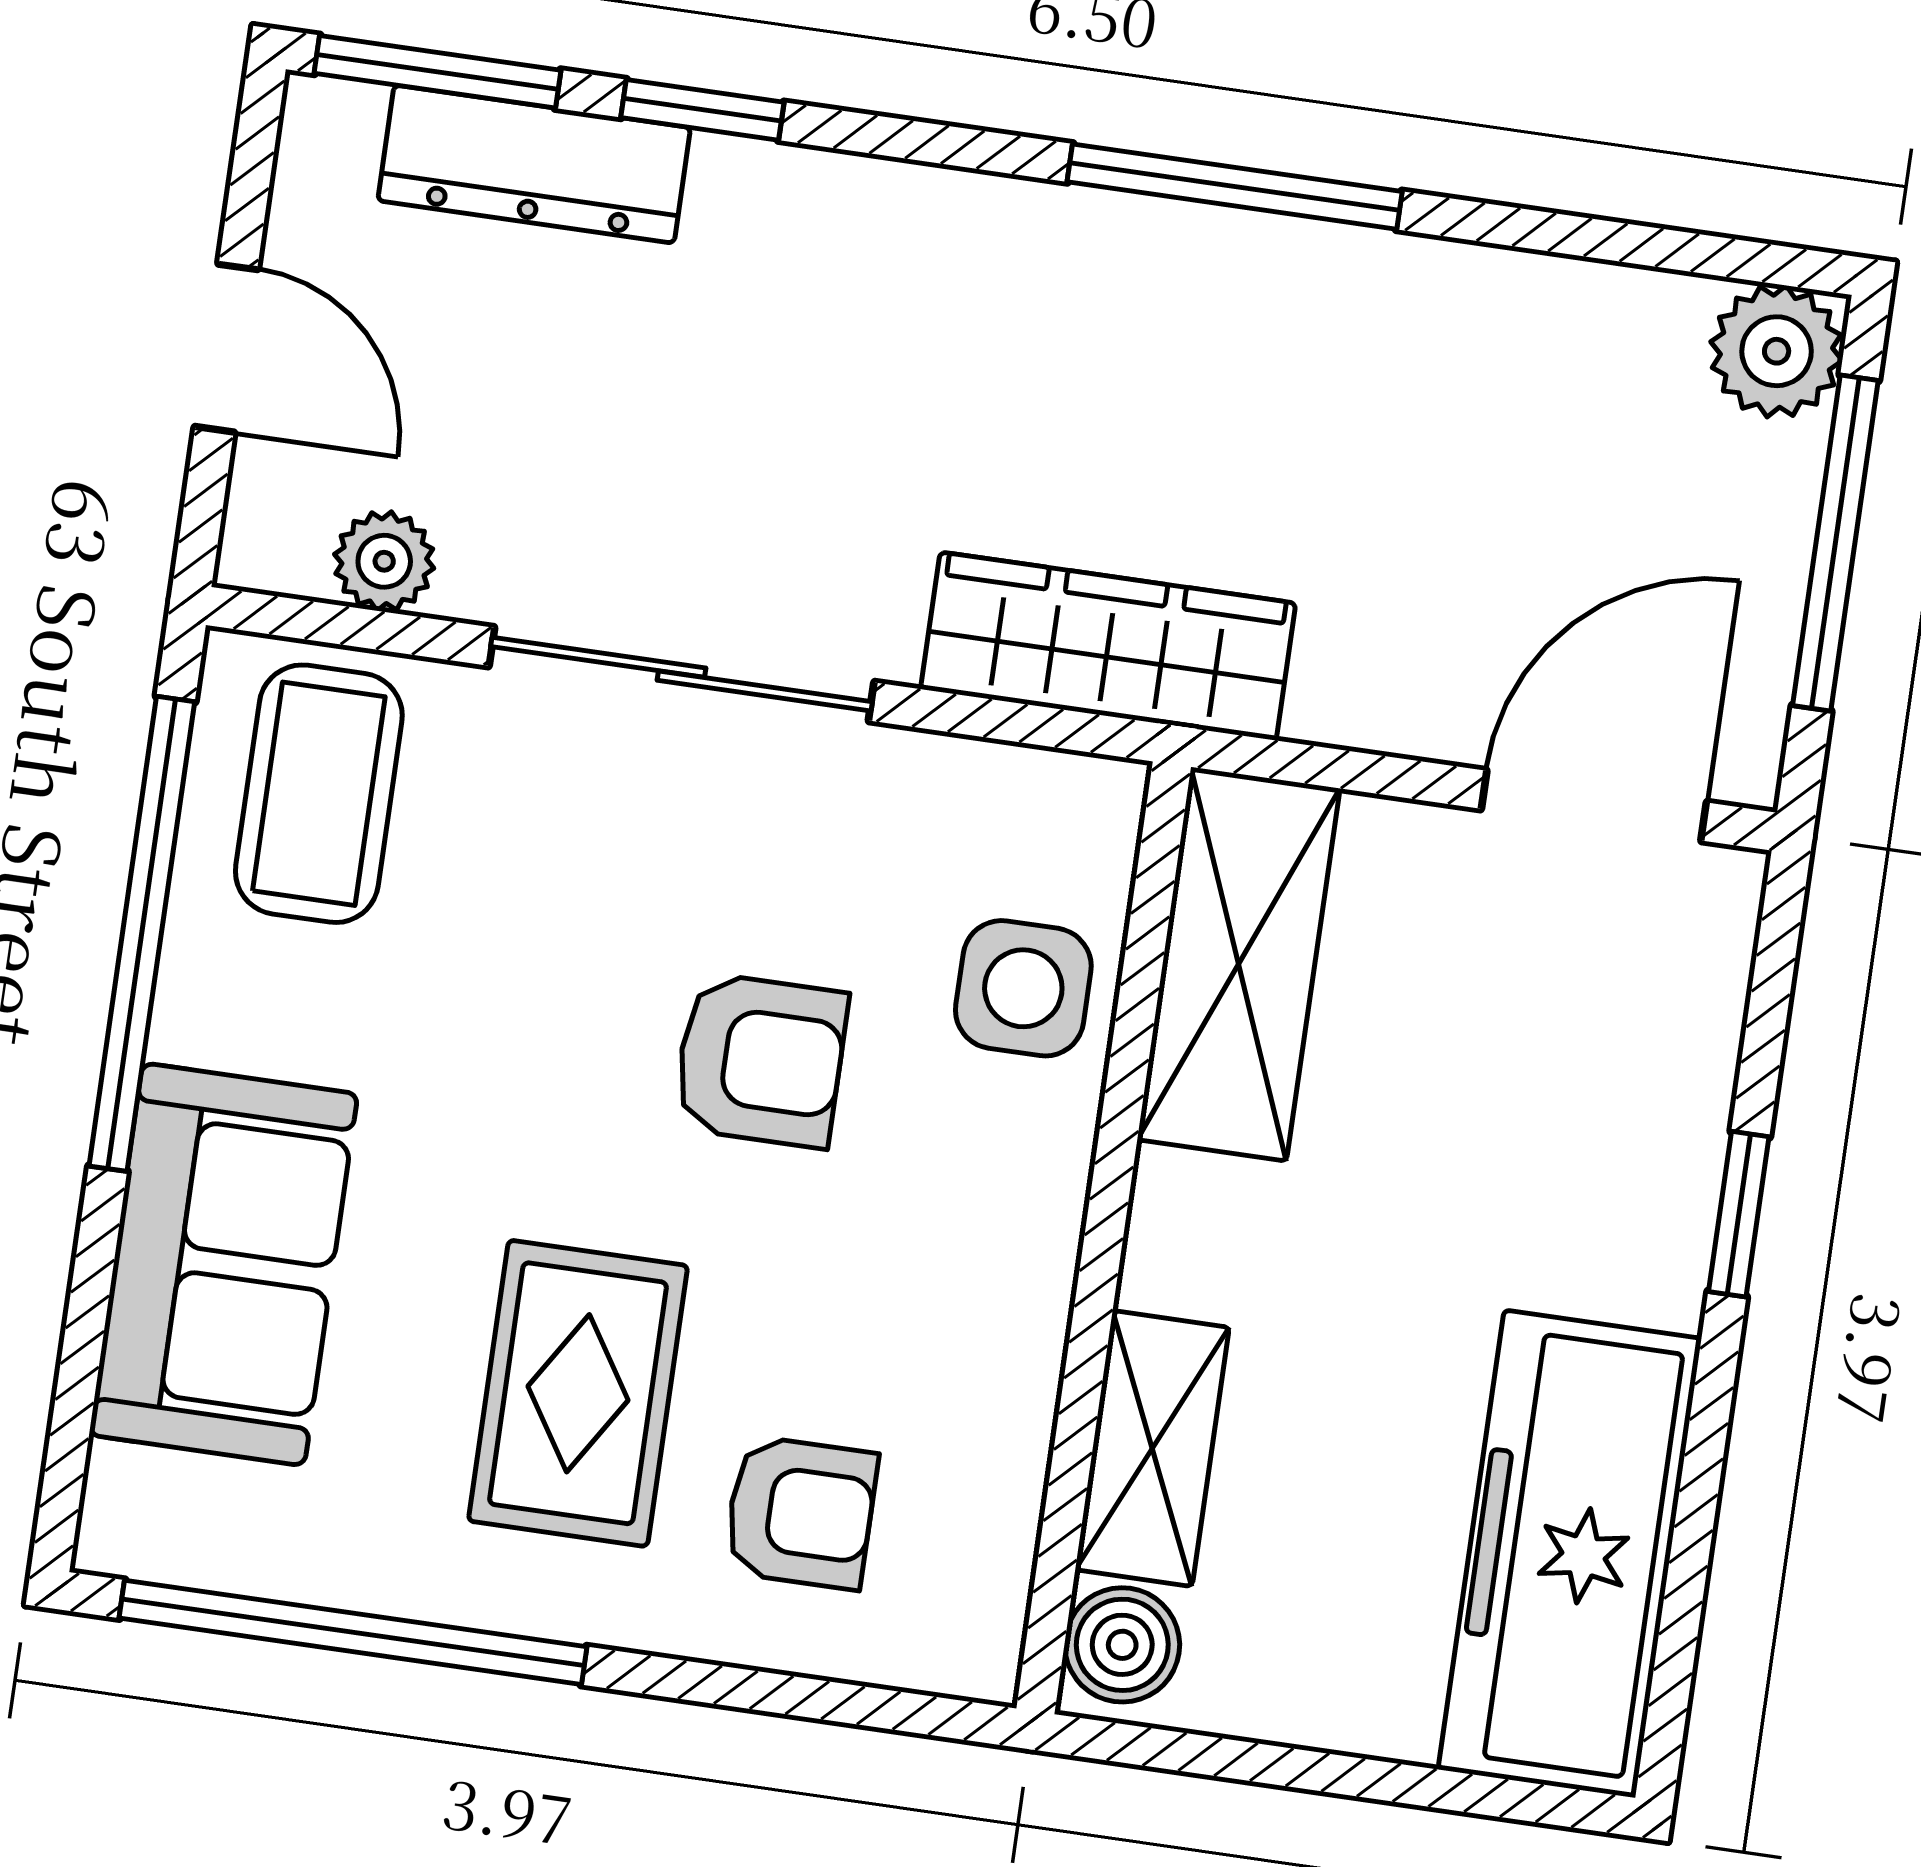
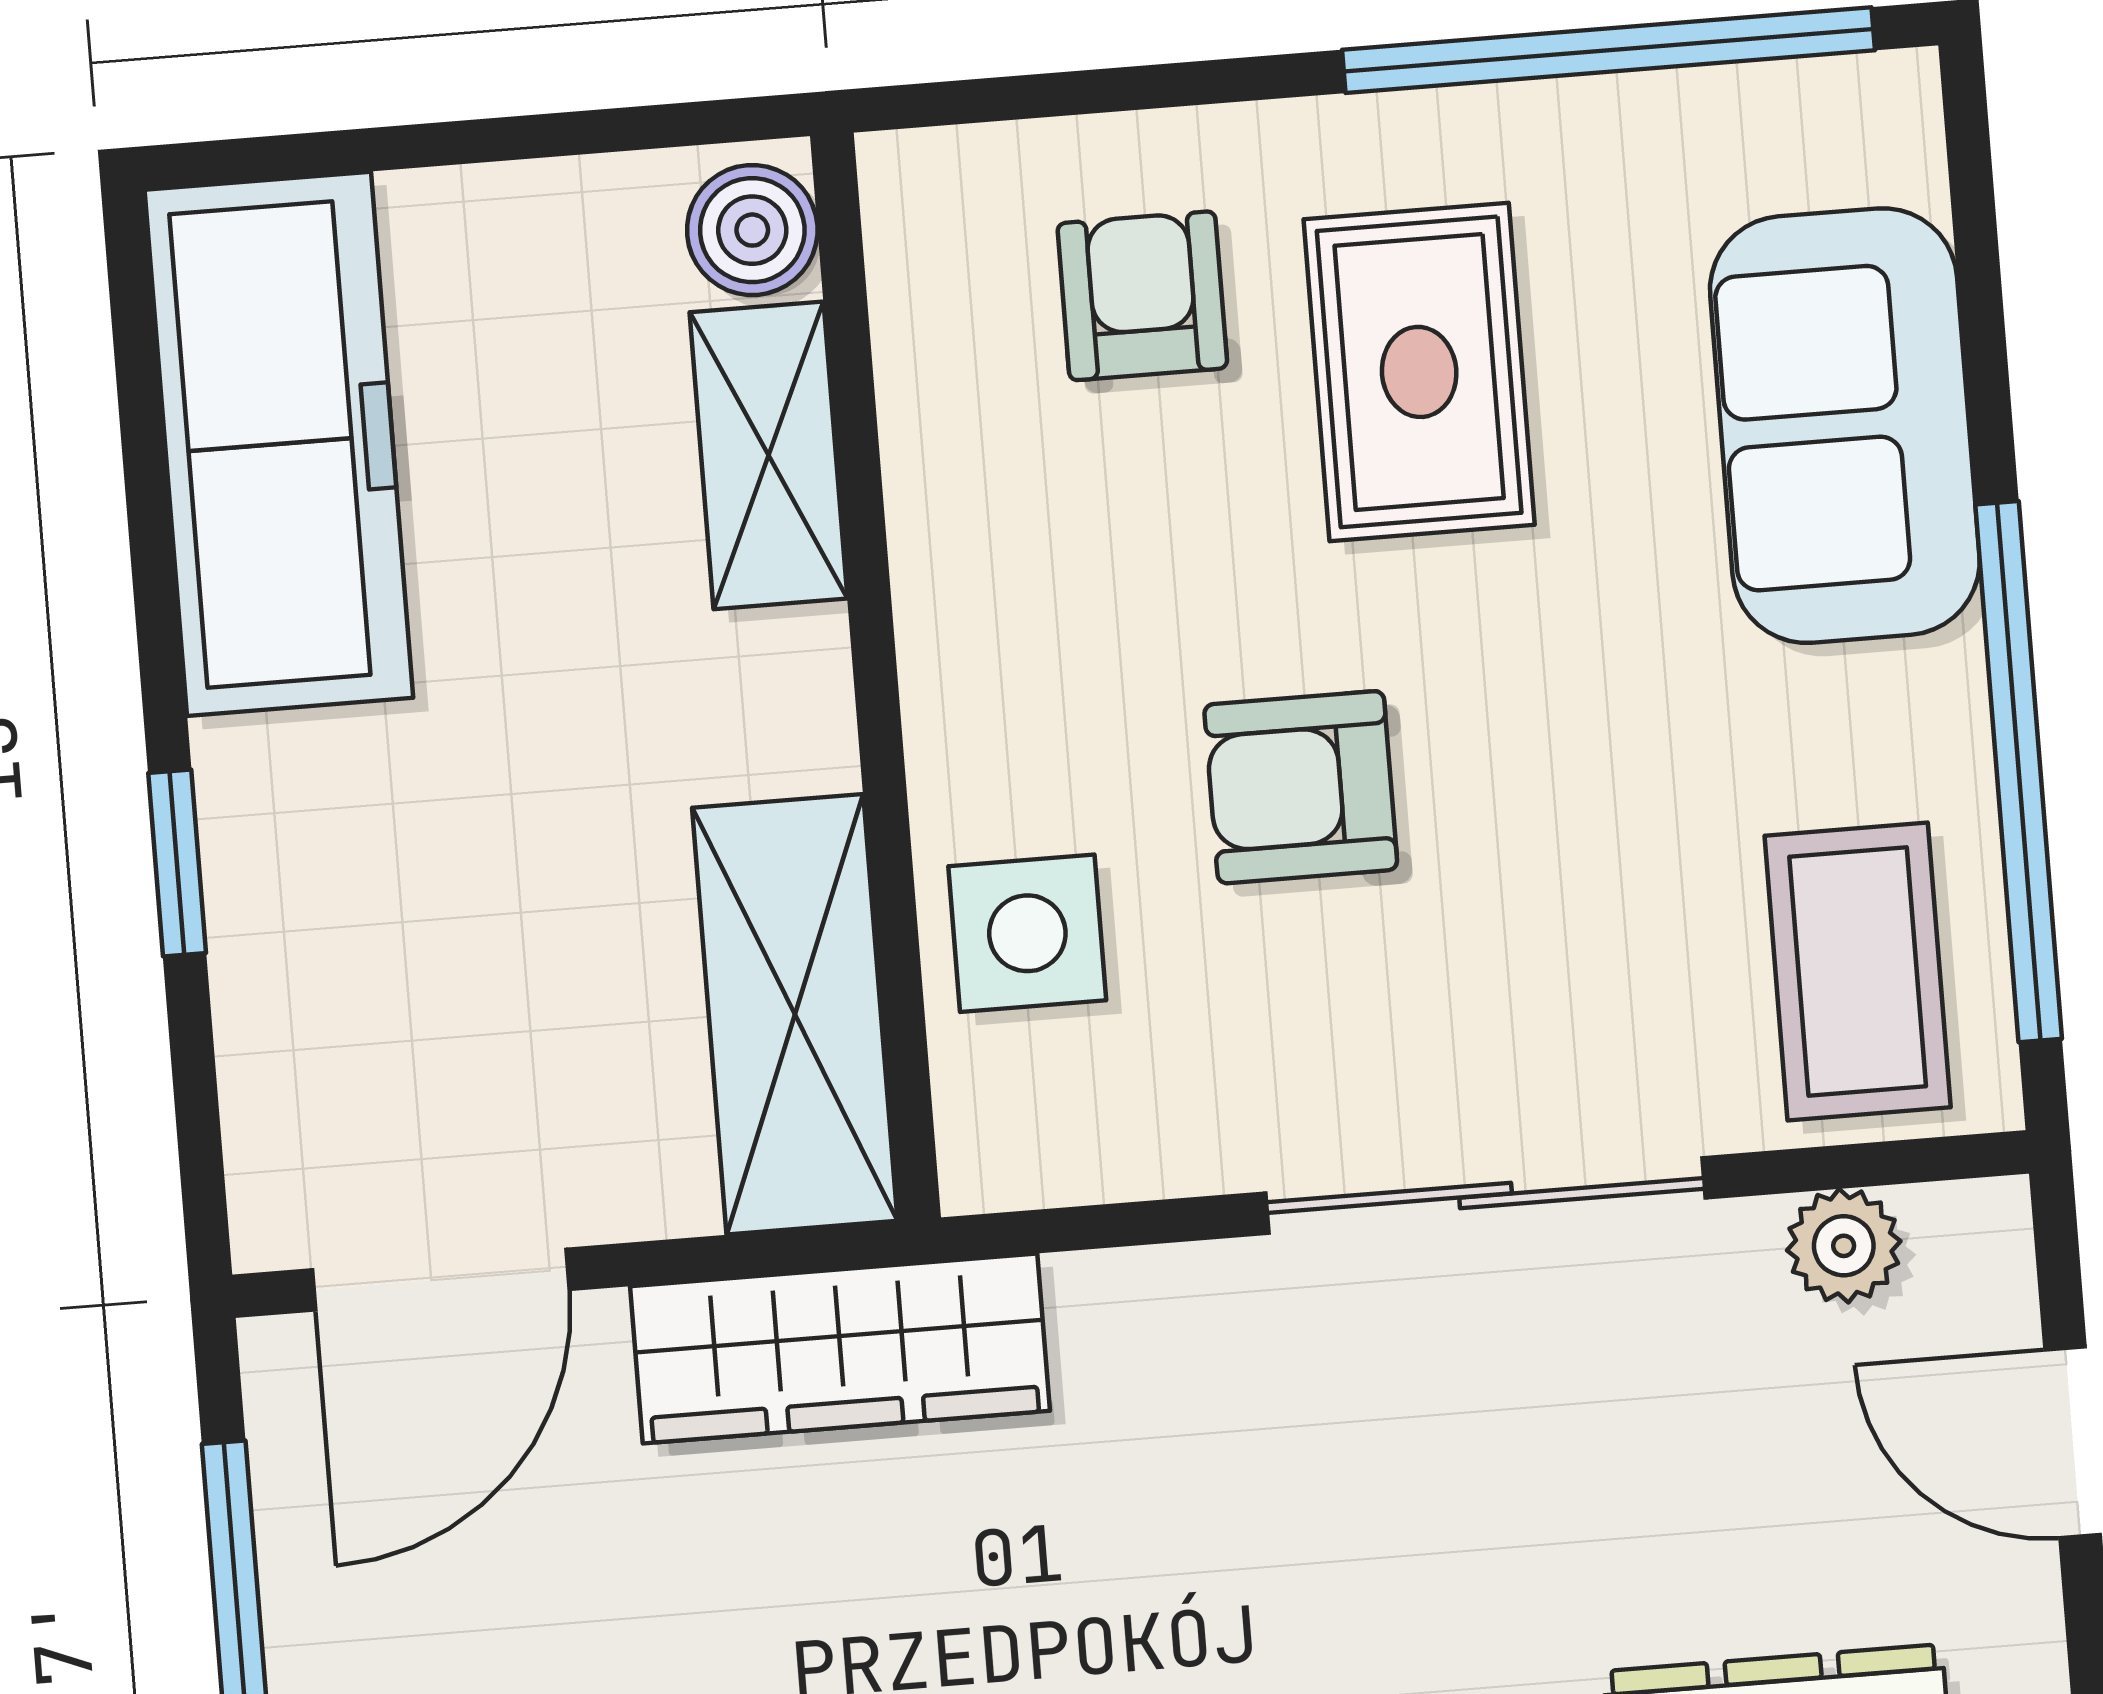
wardrobe: (1108, 646) -> (840, 1349), moved
armchair: (801, 1513) -> (1142, 296), turned 90

